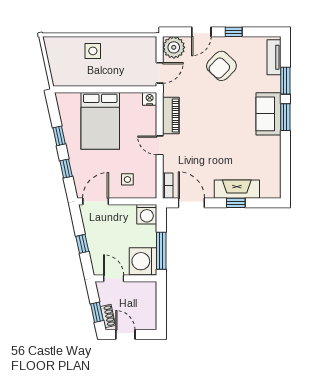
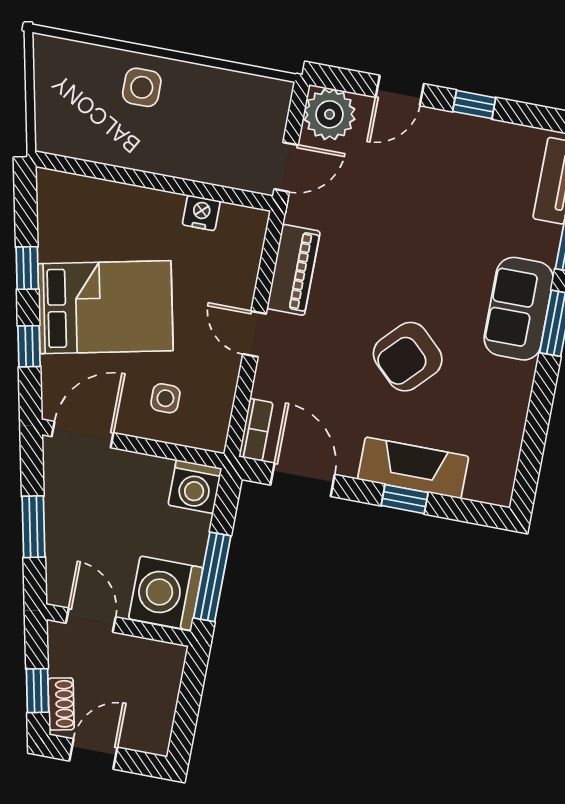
armchair: (221, 66) -> (408, 357), moved
nightstand: (150, 99) -> (201, 213), moved
bed: (100, 121) -> (105, 307), moved, turned -102
window: (82, 244) -> (33, 527), width x1.50
door: (125, 334) -> (93, 754), hinge flipped

